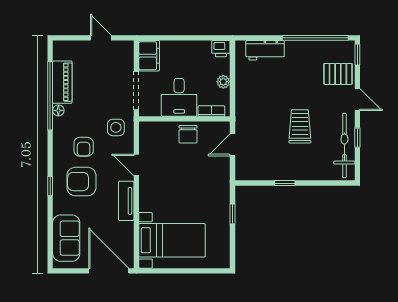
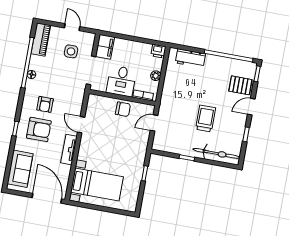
piano: (62, 82) -> (41, 39), moved
door: (357, 100) -> (251, 107), swing flipped
side table: (116, 127) -> (71, 51), moved
chair: (188, 134) -> (123, 109), turned -90
bicycle: (344, 145) -> (216, 153), moved, turned 90
armchair: (81, 182) -> (39, 129), turned 180

